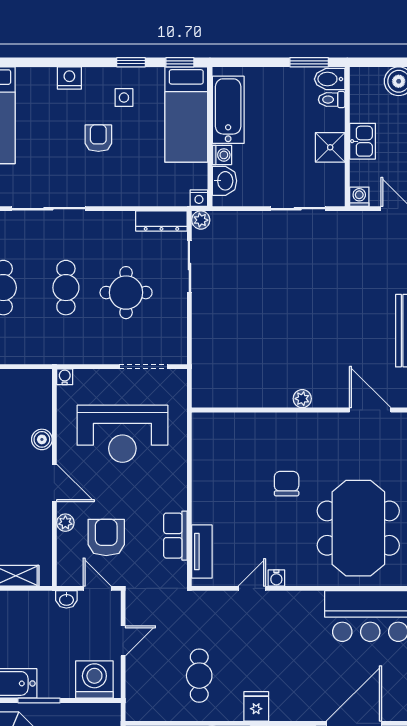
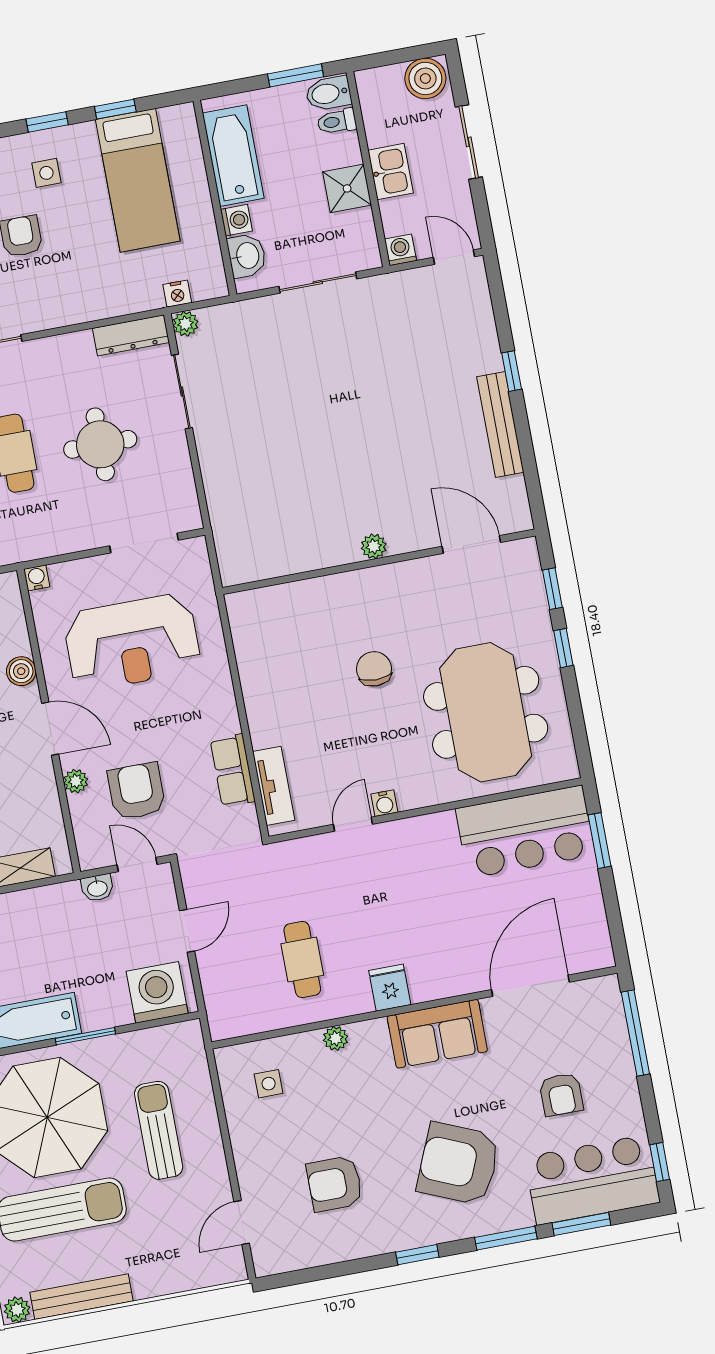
bathtub: (228, 110) -> (233, 156), moved
wall: (210, 137) -> (215, 198), moved
washing machine: (222, 155) -> (236, 220), moved
washbasin: (225, 181) -> (247, 256), moved

